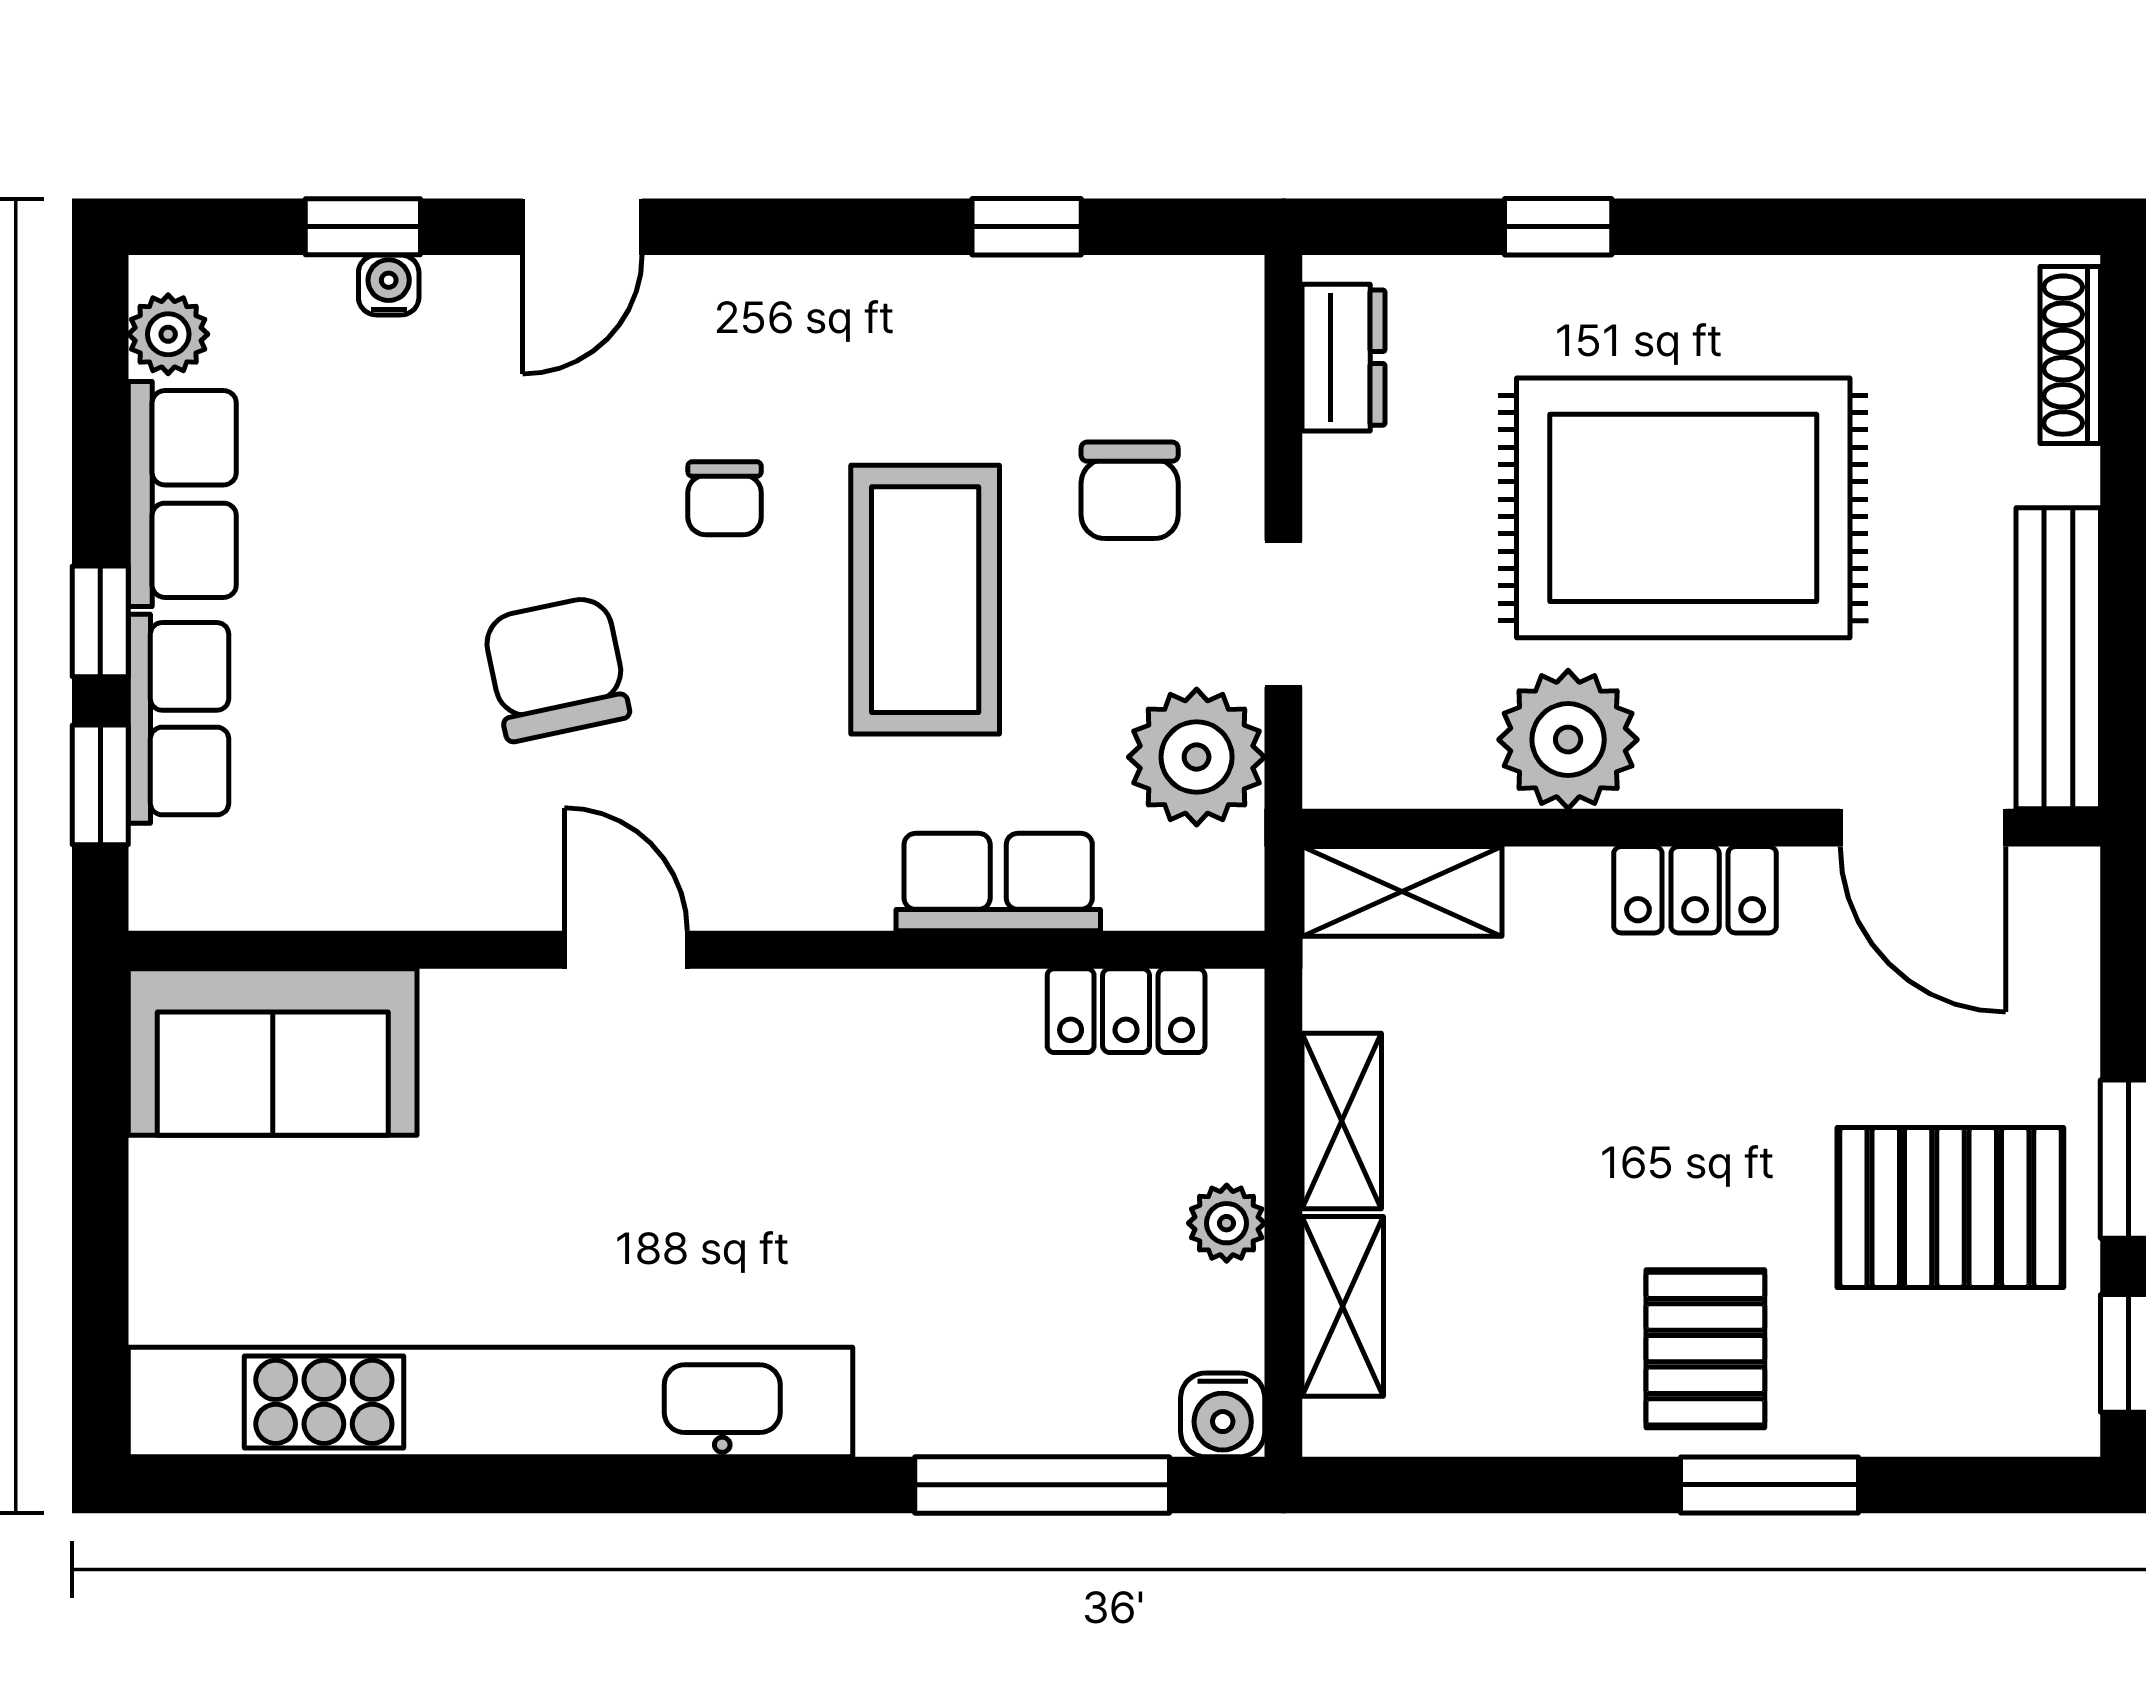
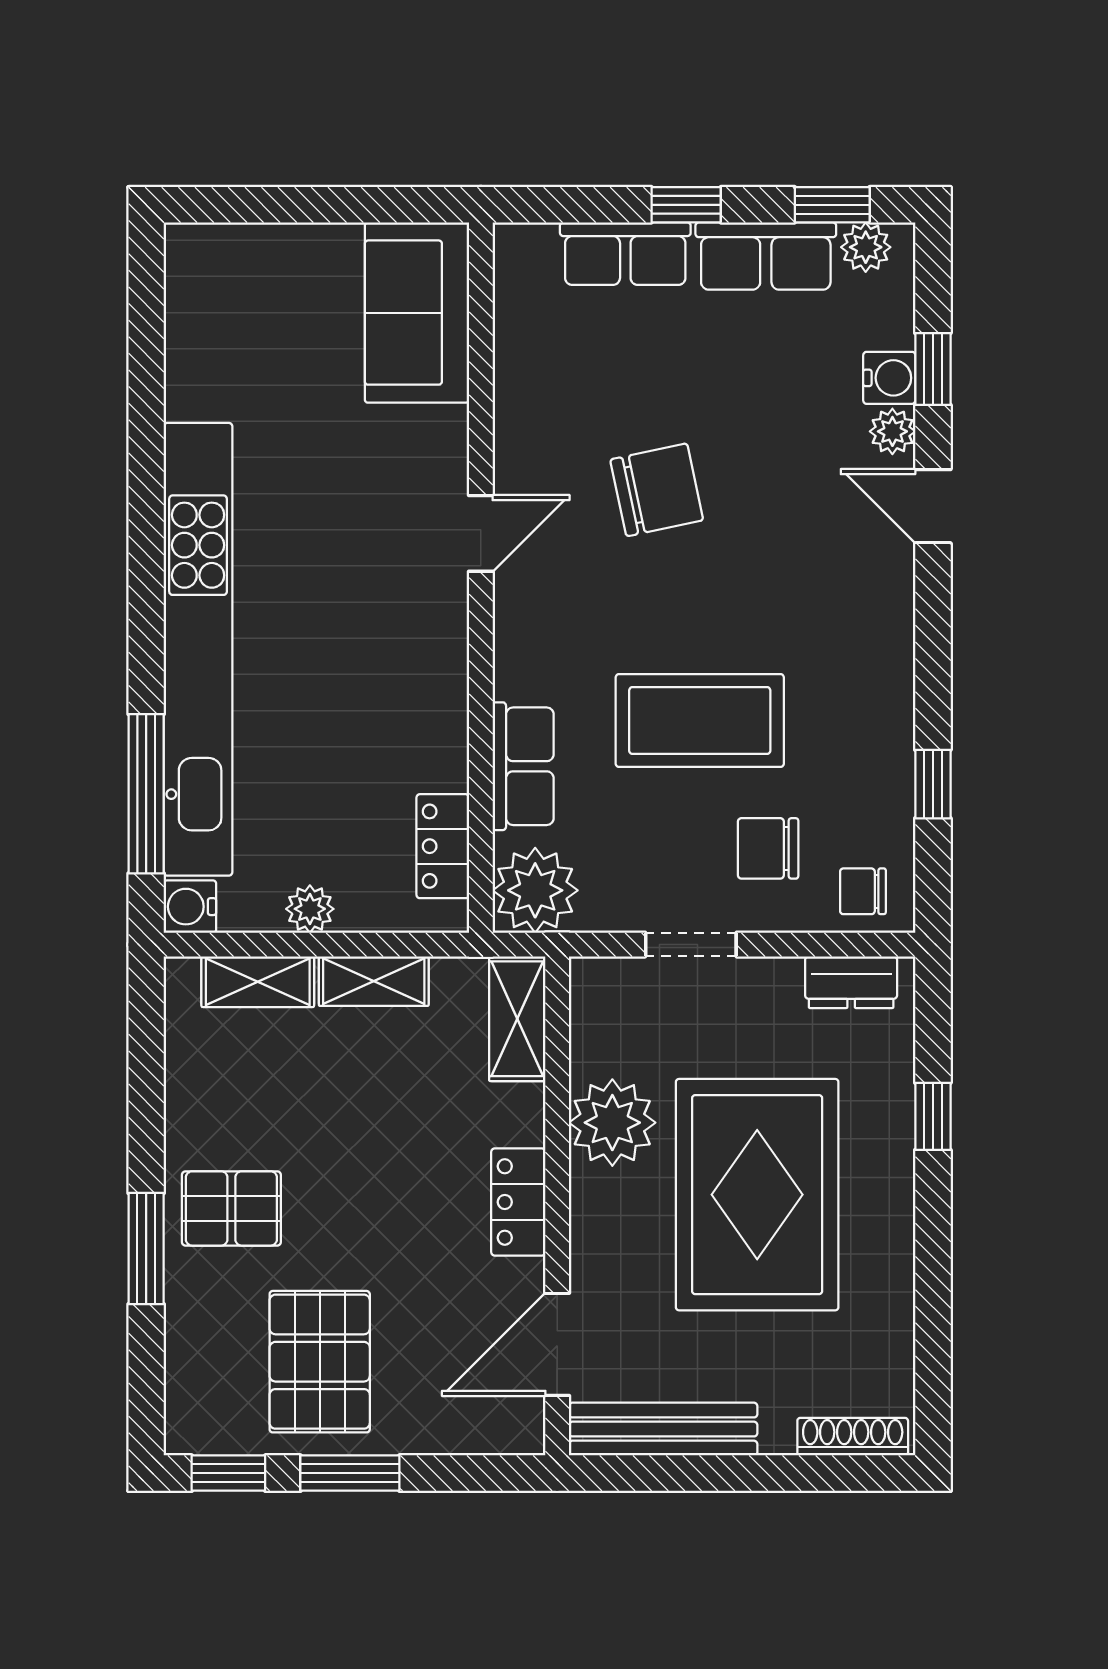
water cooler: (389, 285) -> (889, 378), width x1.38, depth x1.38
plant: (463, 291) -> (892, 431), added
chair: (725, 498) -> (863, 891), moved
plant: (1197, 757) -> (535, 890), moved
window: (100, 785) -> (832, 205), moved
kitchen unit: (490, 1402) -> (198, 649), moved

